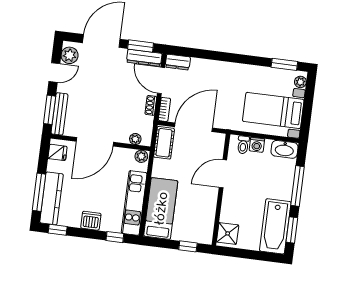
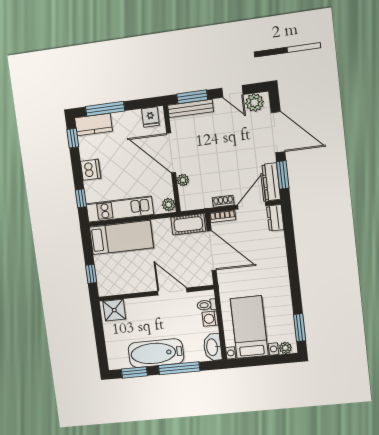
plant: (135, 139) -> (183, 180), moved
kitchen counter: (51, 198) -> (93, 125), width x0.67
bathtub: (275, 226) -> (156, 353), moved

